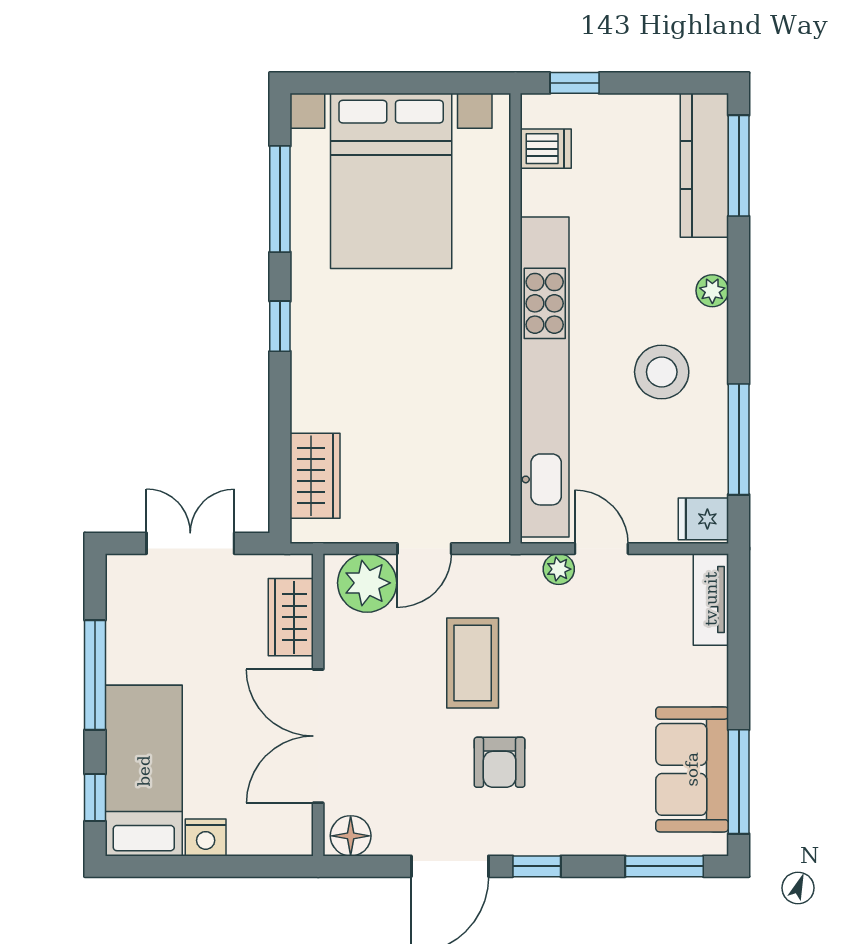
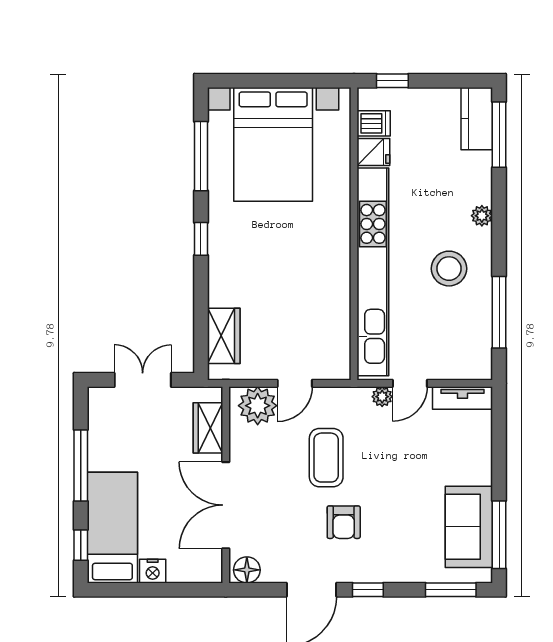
kitchen counter: (704, 165) -> (477, 119), width x0.67
fridge: (703, 519) -> (373, 152), moved, turned 180
door: (601, 549) -> (410, 383), swing flipped
tv unit: (711, 599) -> (462, 398), moved, turned -90

